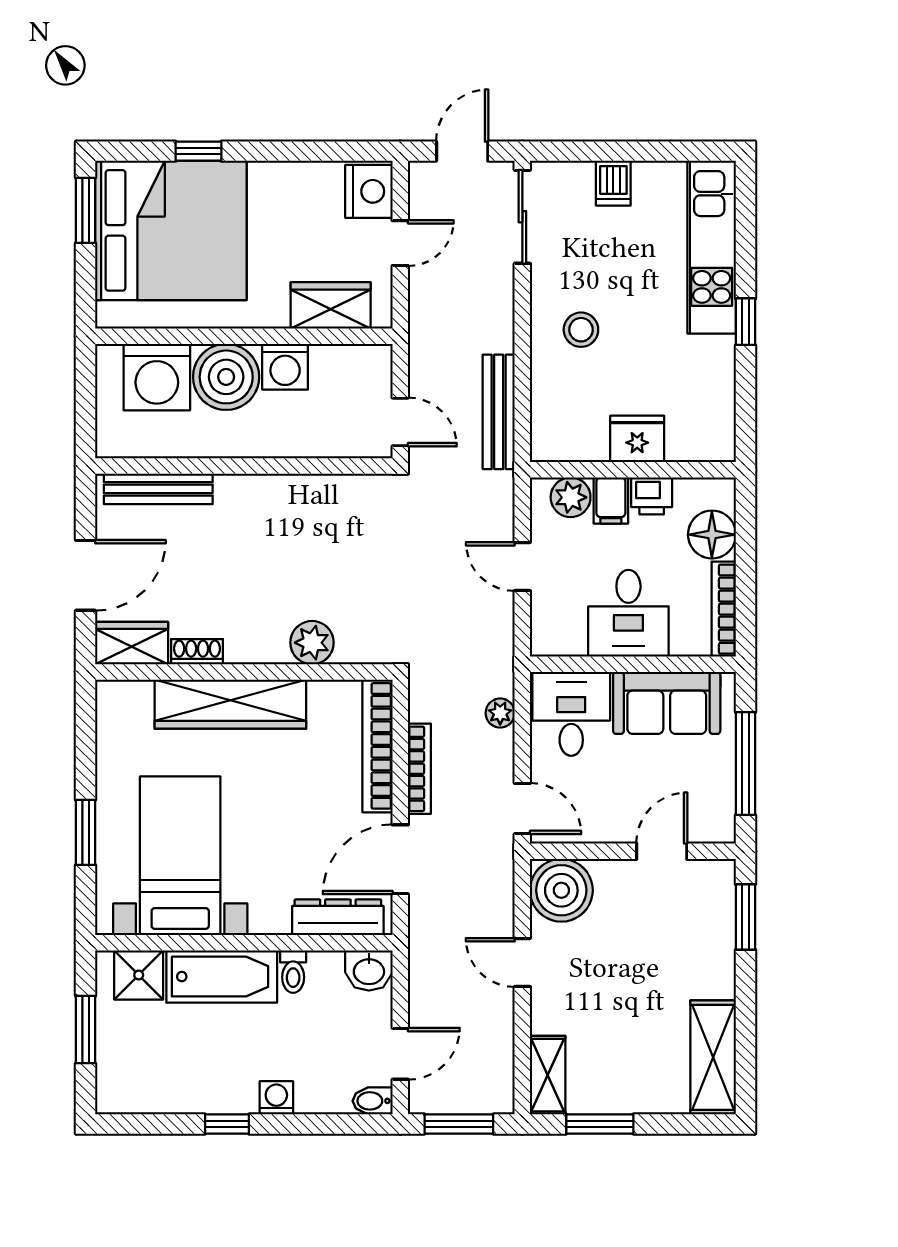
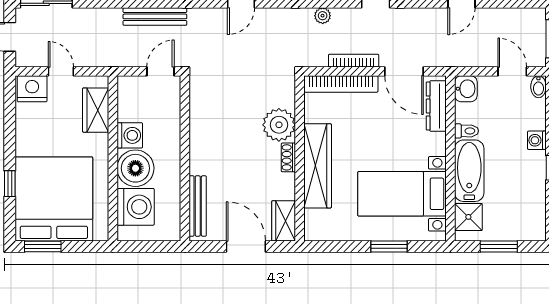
plant: (312, 643) -> (279, 125), width x1.36, depth x1.36
shoe rack: (197, 652) -> (288, 157), moved

